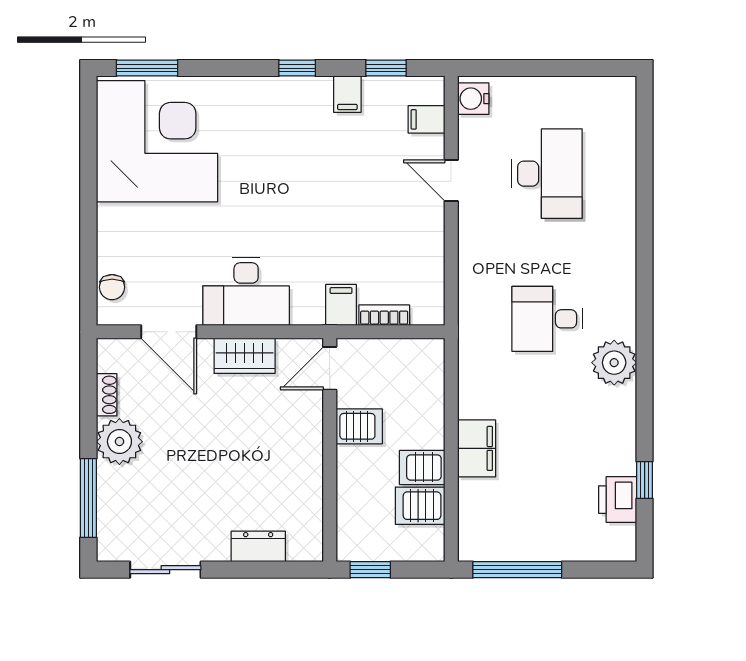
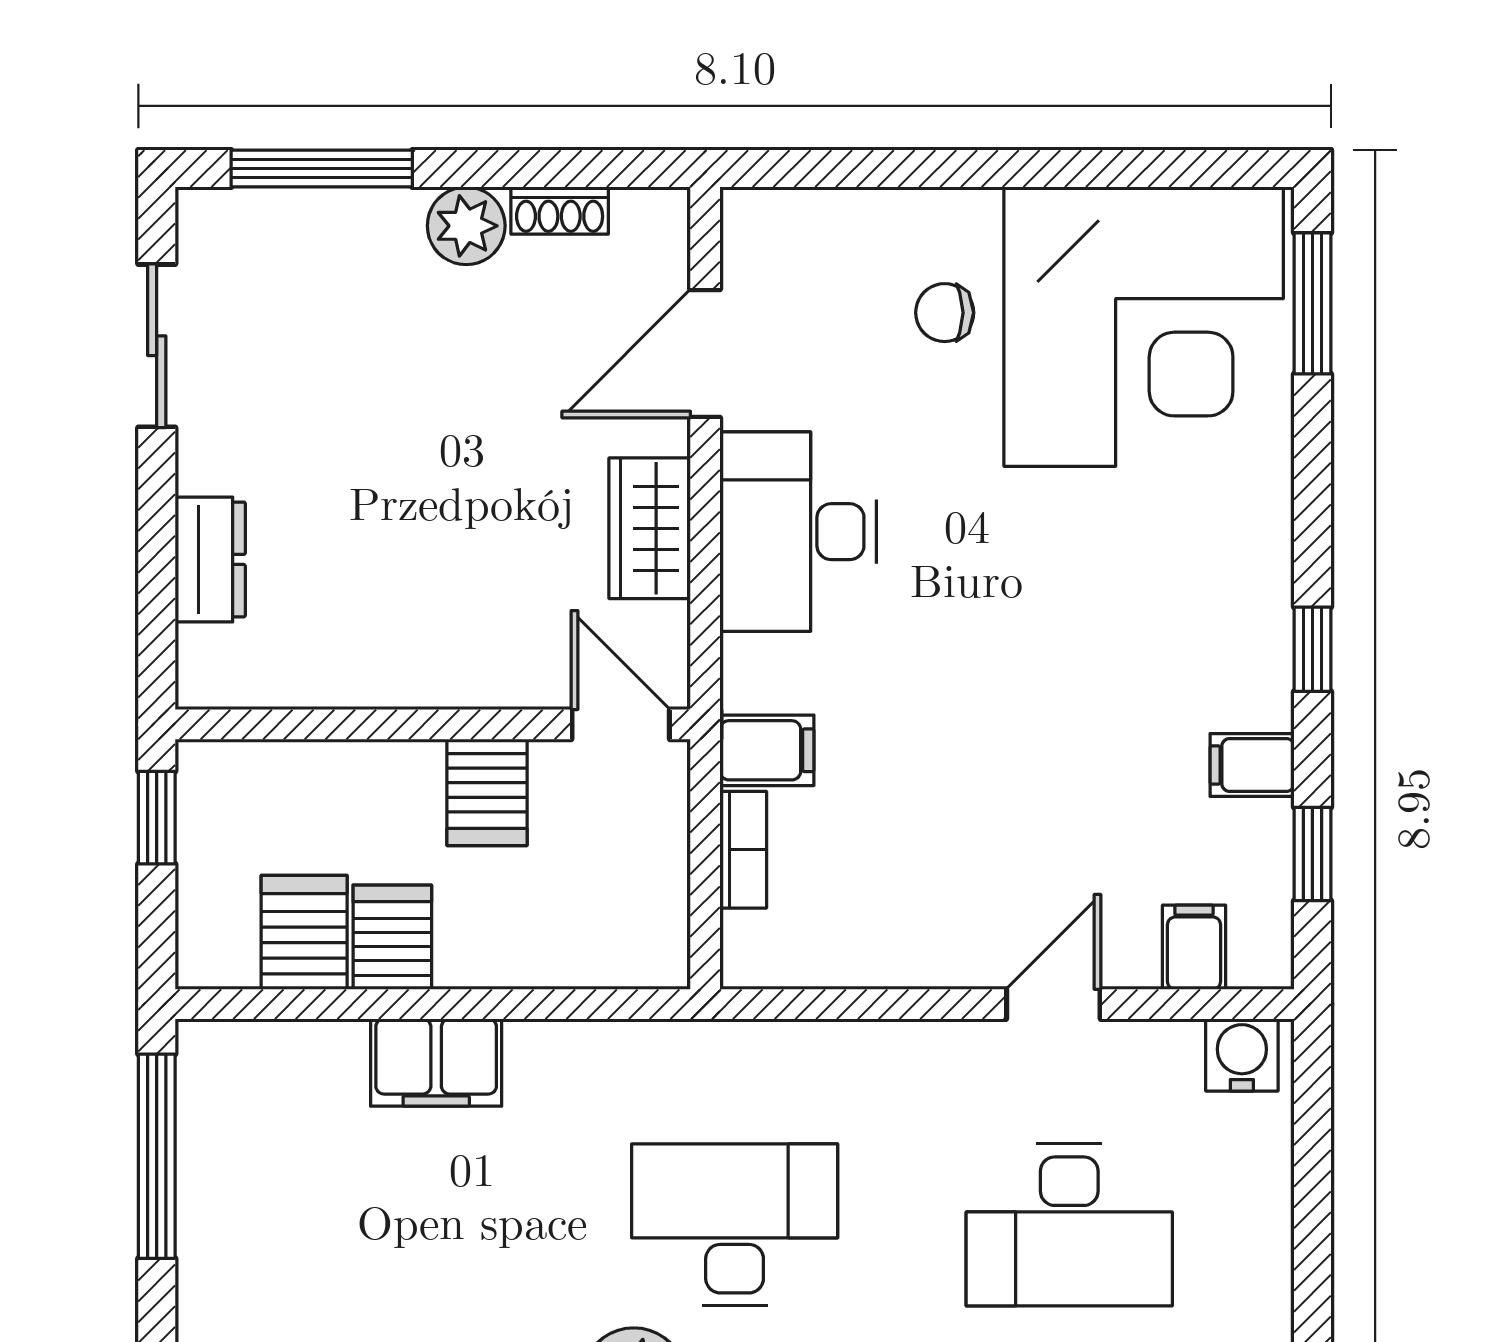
chair: (112, 287) -> (945, 313), moved
desk: (547, 319) -> (735, 1225), width x1.37
plant: (119, 442) -> (466, 226), width x0.73, depth x0.73

